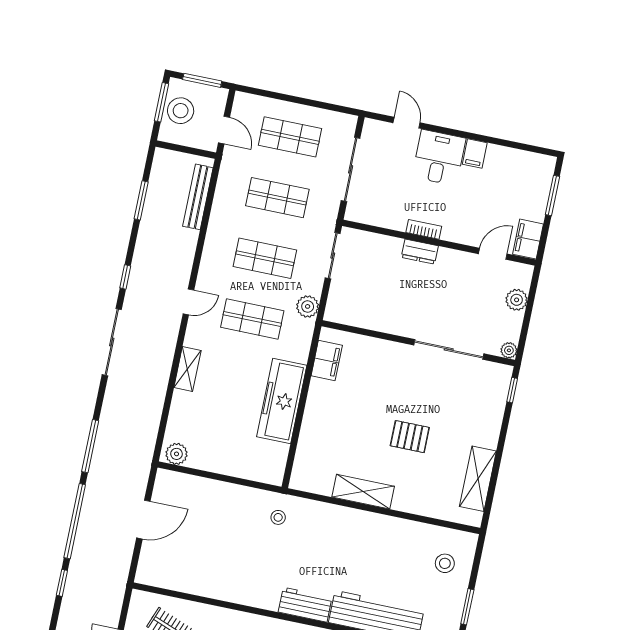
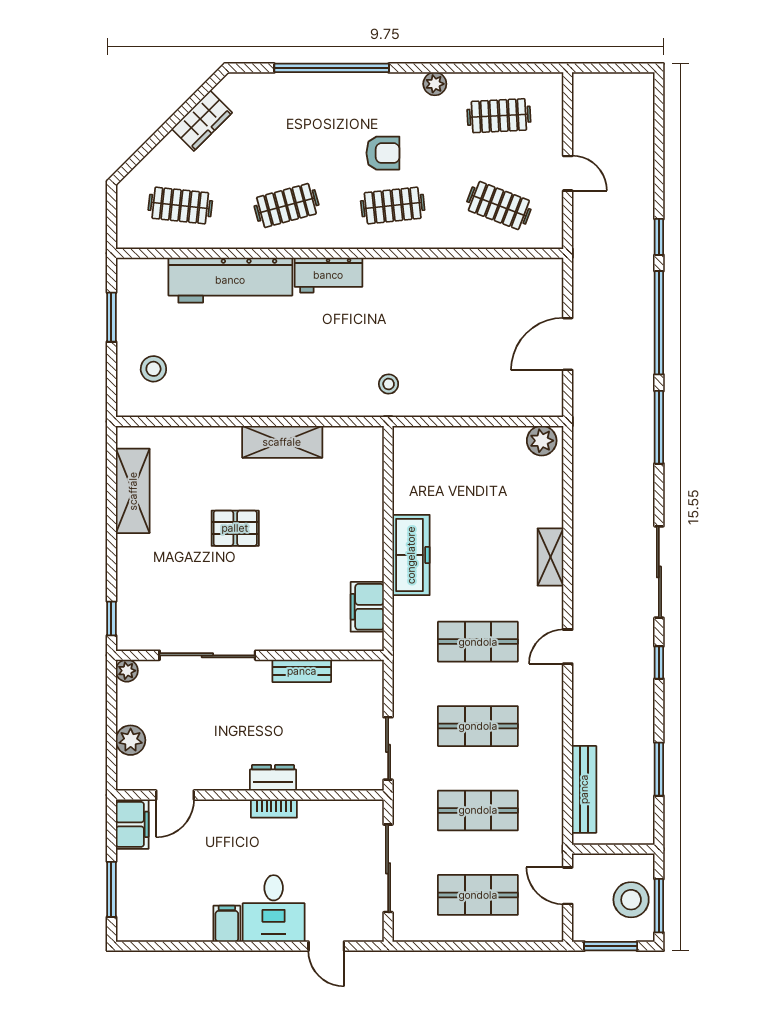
plant: (308, 306) -> (408, 674), removed
bench: (383, 324) -> (302, 671), added
freezer: (282, 401) -> (411, 555), width x0.73, depth x0.79

